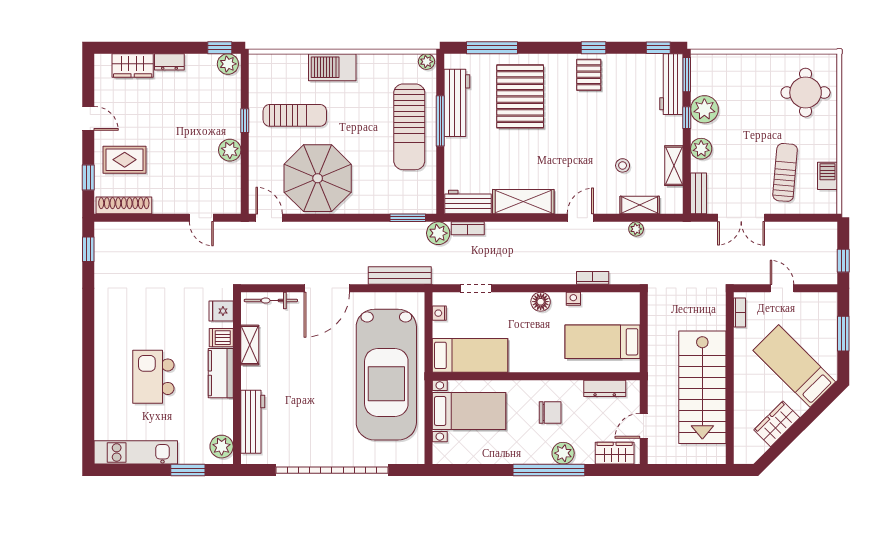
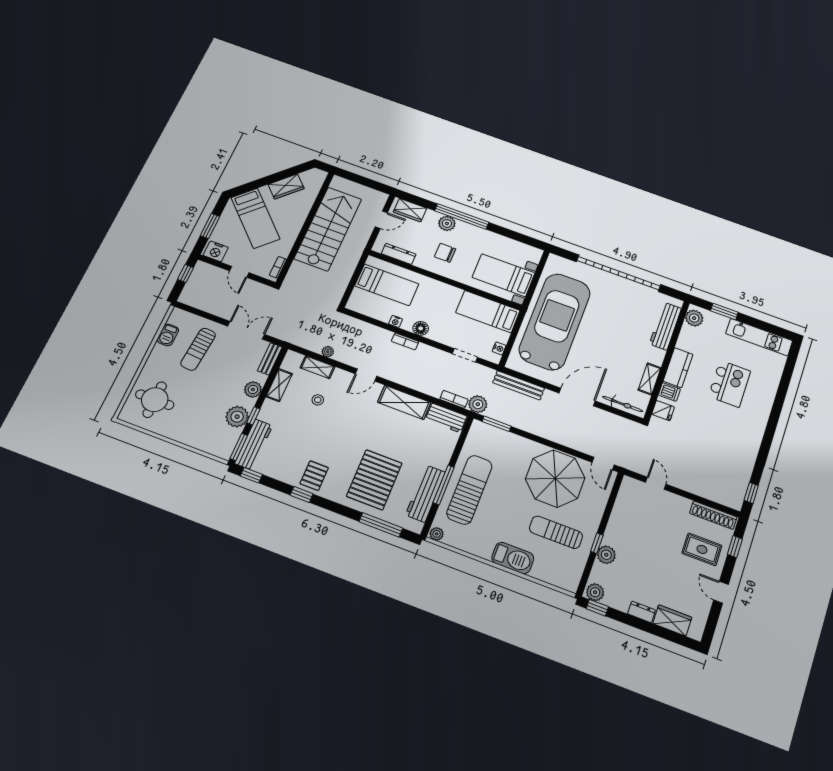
plant: (230, 150) -> (606, 555), moved
bookcase: (593, 278) -> (405, 341), moved
nightstand: (821, 303) -> (216, 251), added

